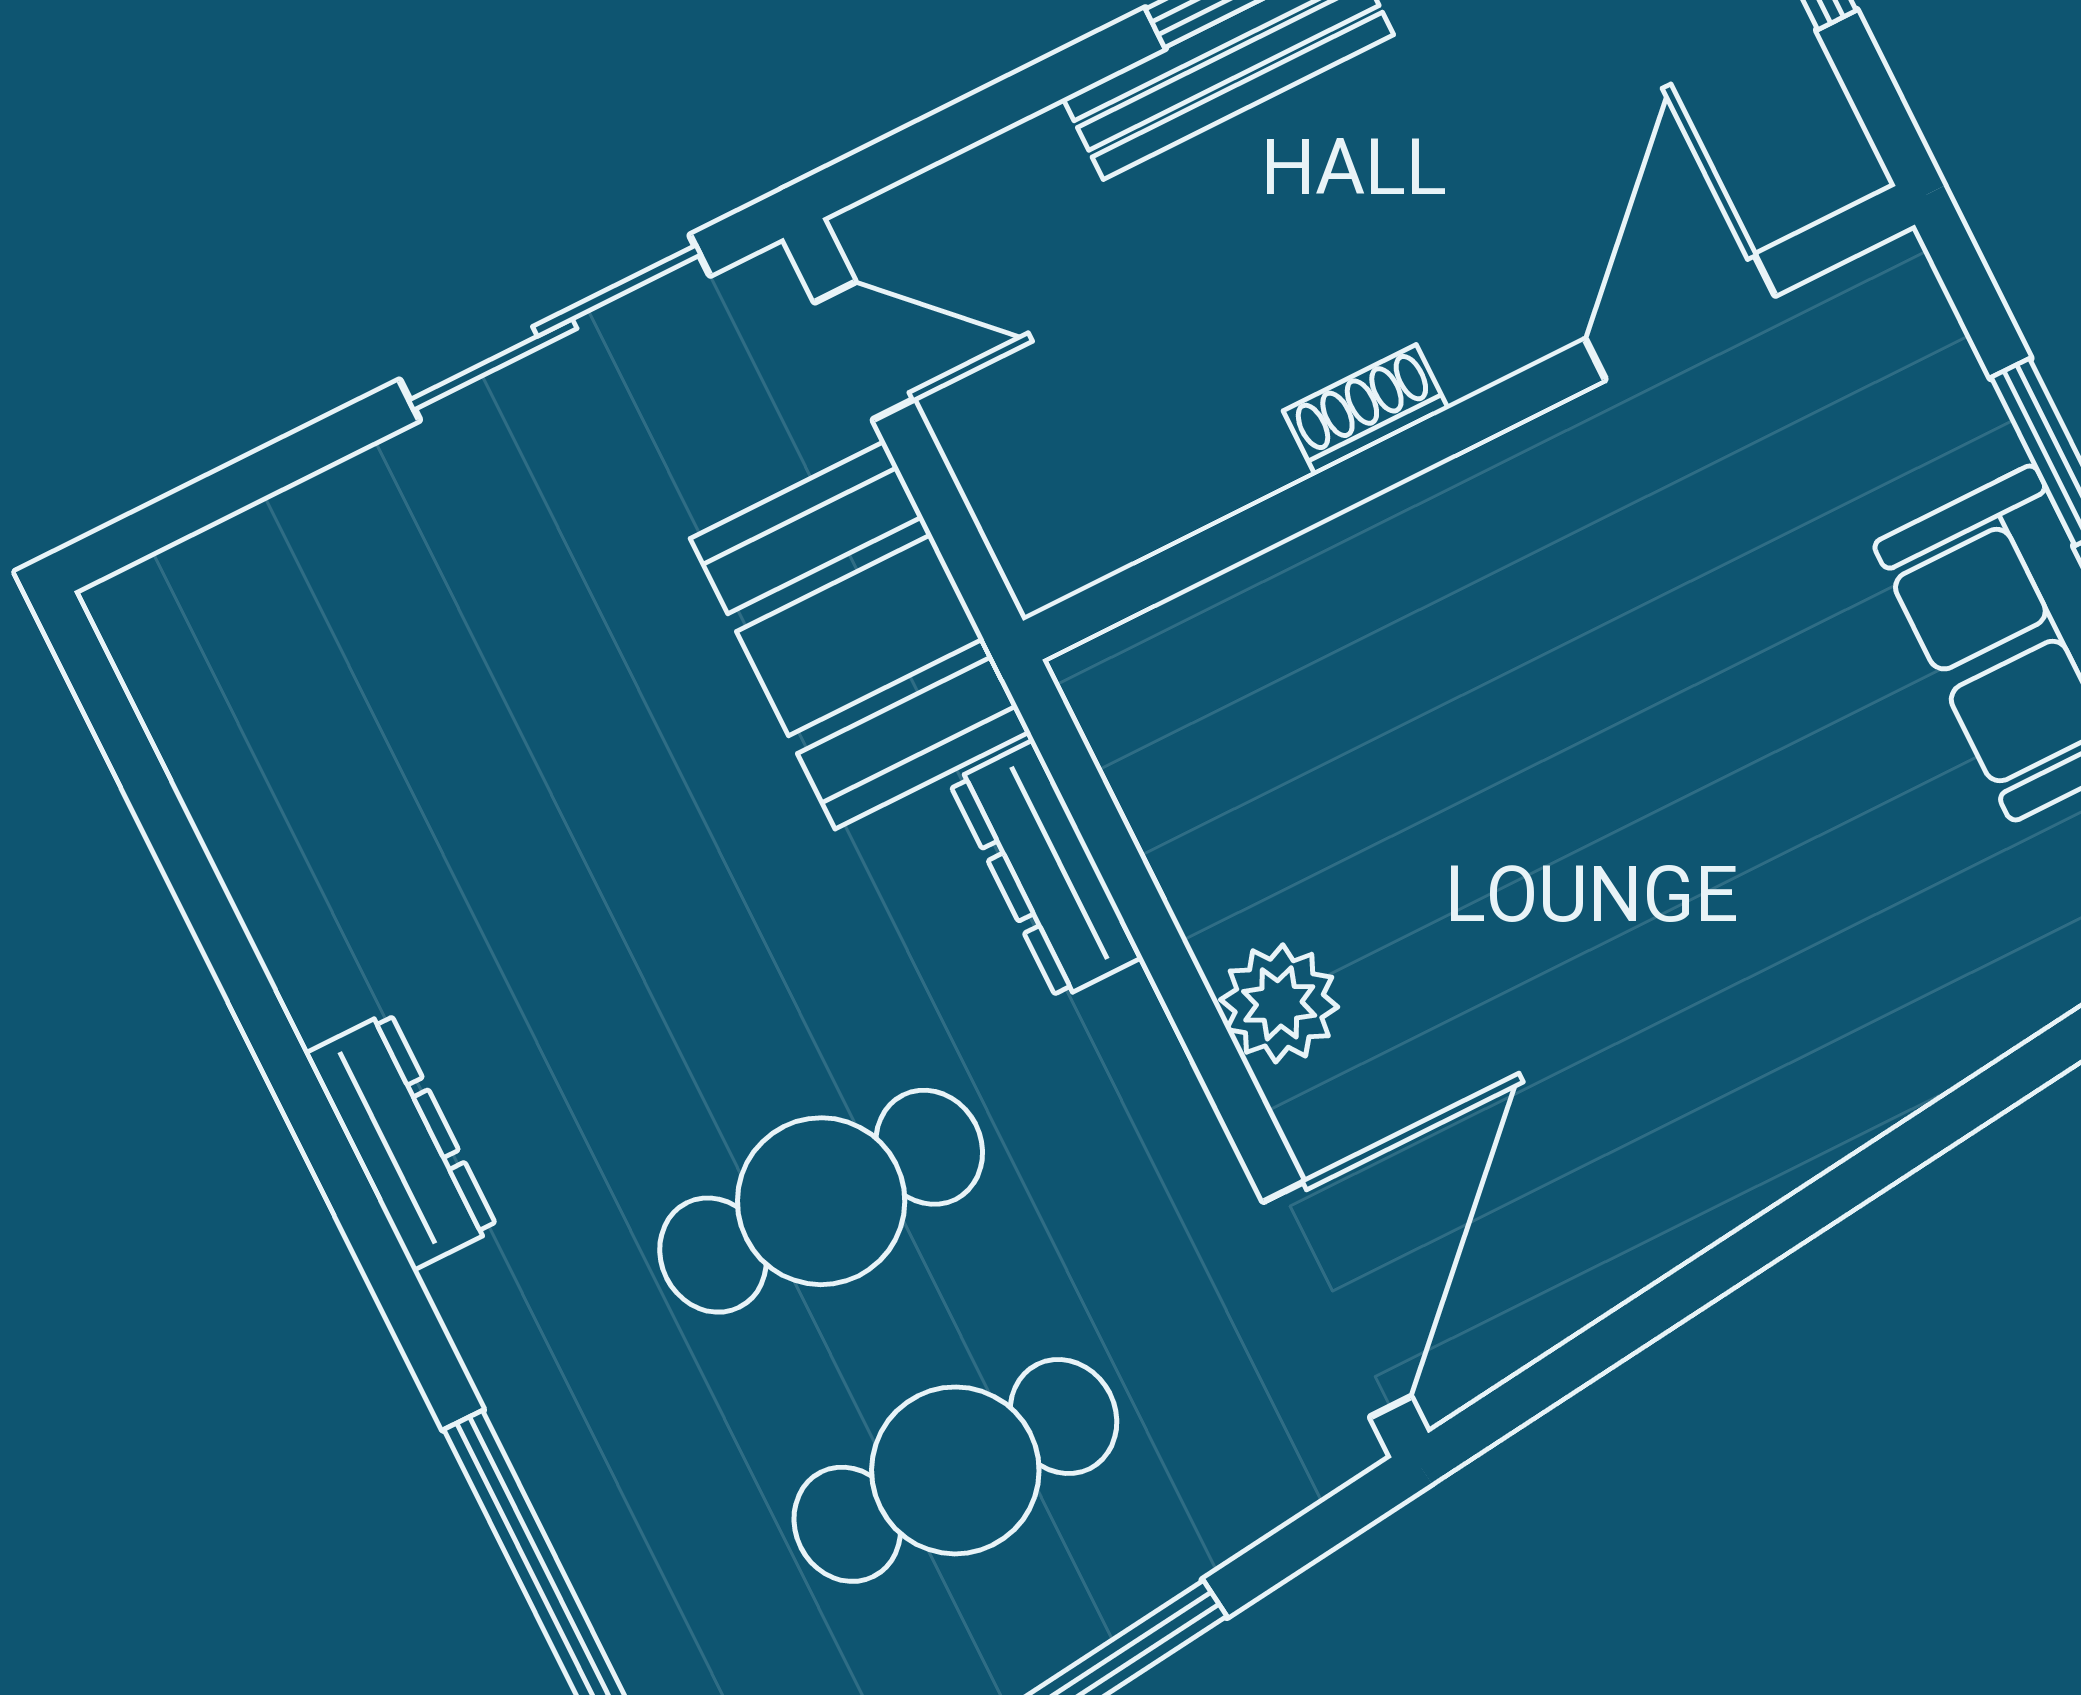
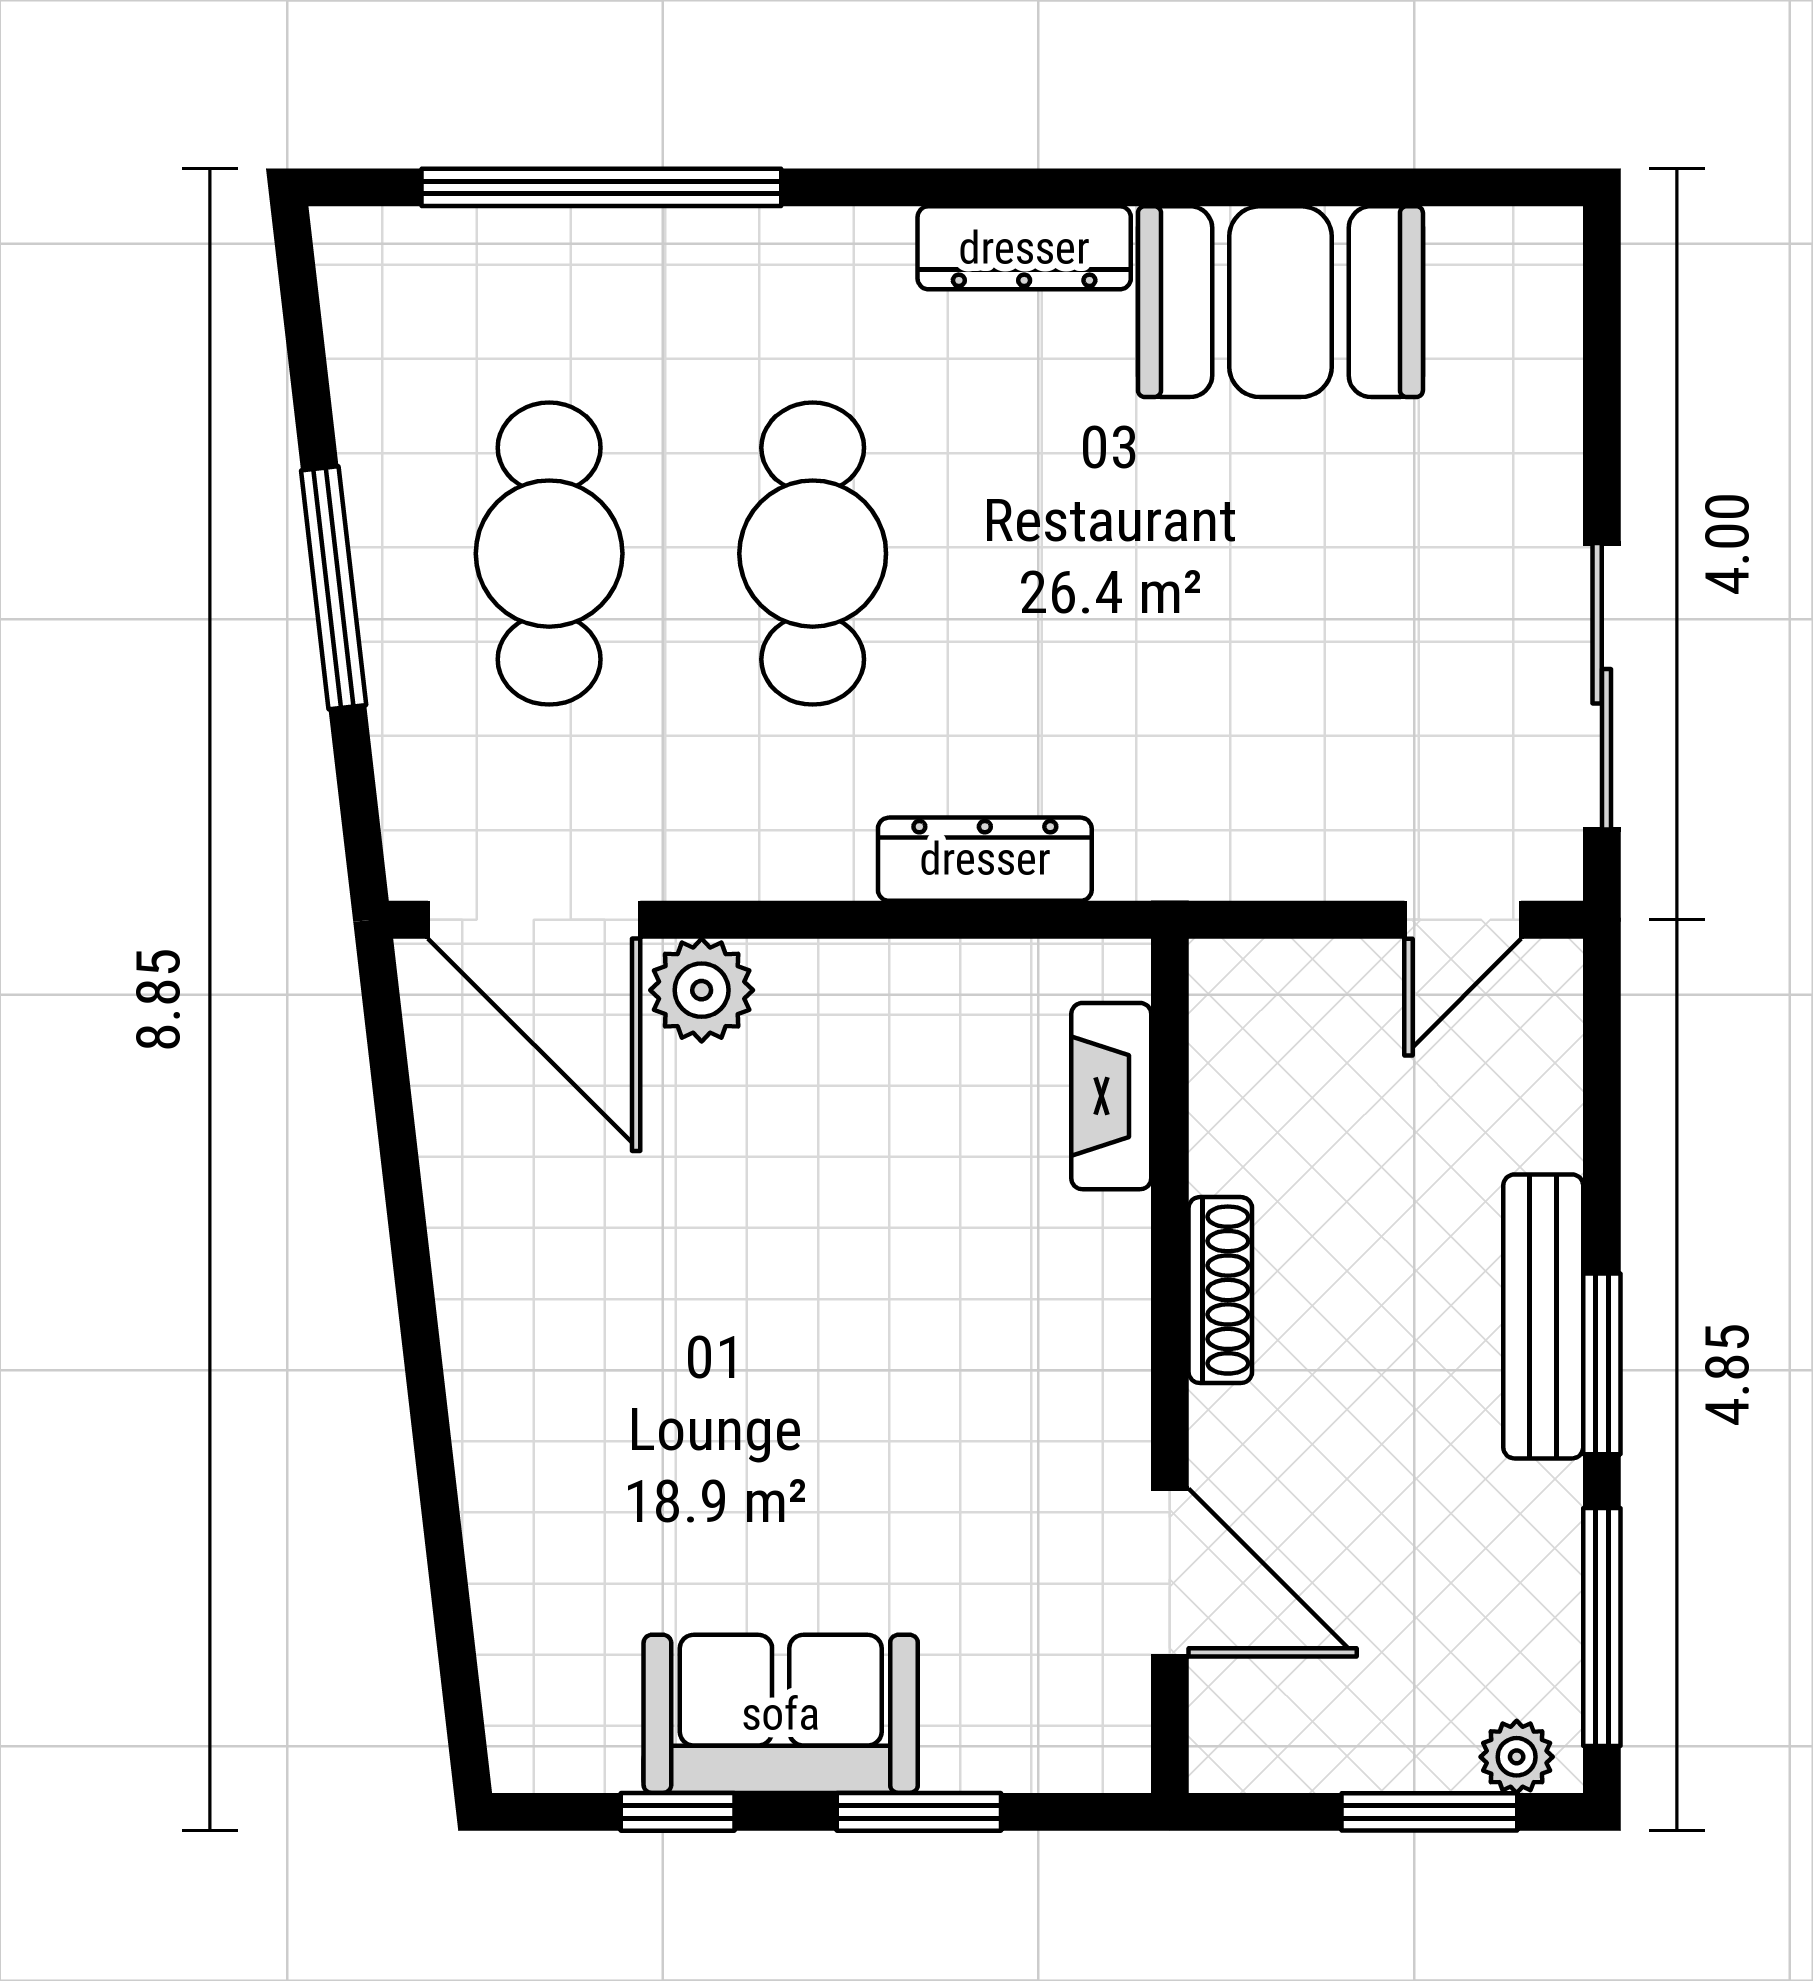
shoe rack: (1366, 410) -> (1220, 1290), width x1.43
fireplace: (1223, 620) -> (1111, 1096), added
booth: (860, 635) -> (1280, 302), moved
plant: (1279, 1003) -> (702, 990), moved

